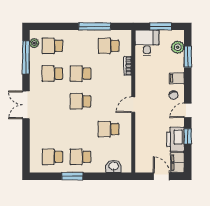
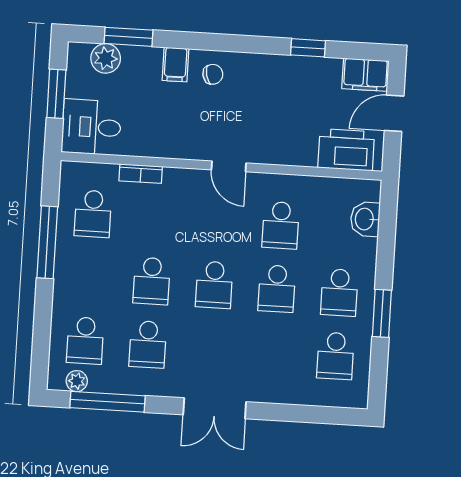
door: (188, 110) -> (249, 44), removed
school desk: (80, 129) -> (277, 289), added
printer: (175, 139) -> (346, 150), moved, turned 180

